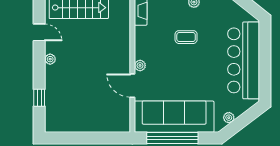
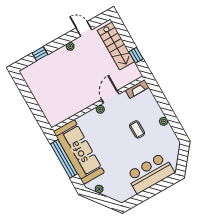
door: (39, 32) -> (84, 29), swing flipped
bar counter: (244, 60) -> (150, 173), width x0.73
door: (132, 86) -> (110, 97), moved

